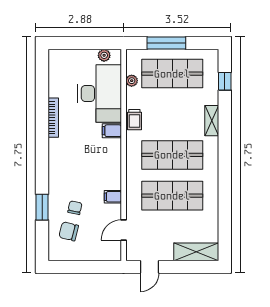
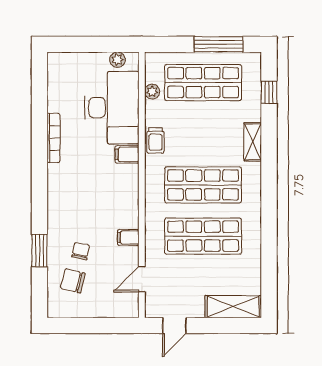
window: (166, 43) -> (219, 44), moved

